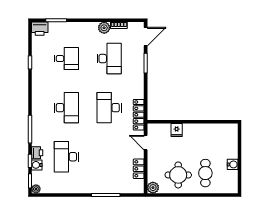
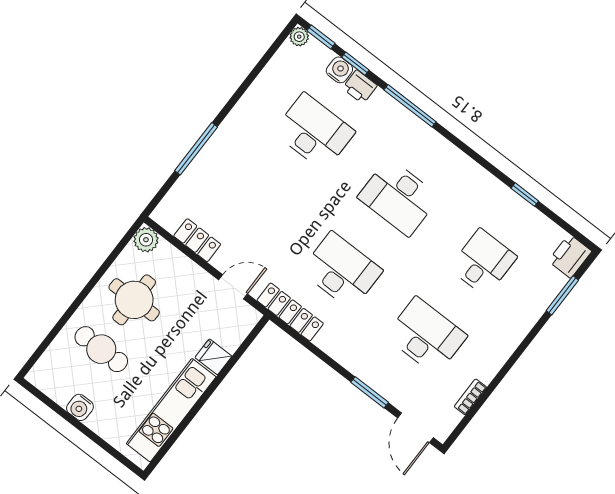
plant: (104, 28) -> (486, 368), removed
desk: (66, 59) -> (483, 262), turned 180
desk: (109, 59) -> (426, 336), turned 180
kitchen unit: (208, 130) -> (171, 410), added

